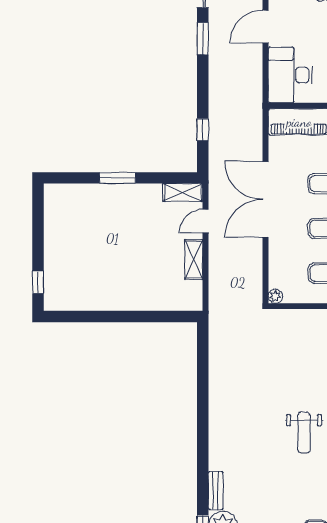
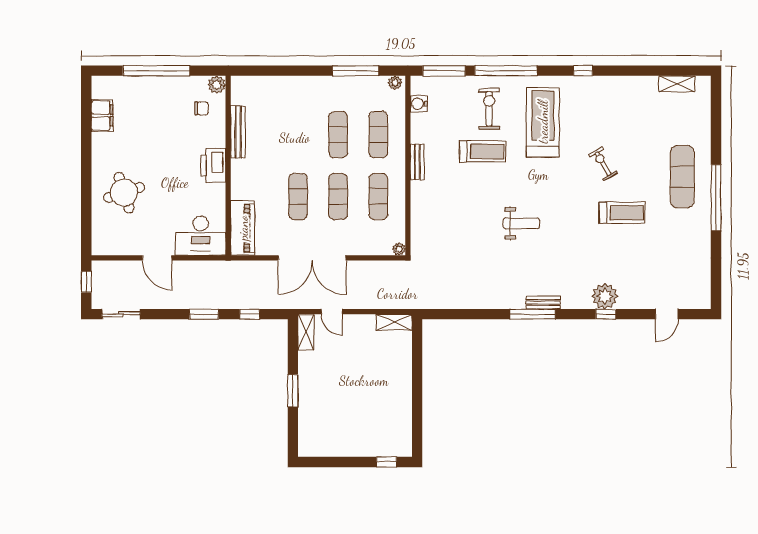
window: (203, 39) -> (204, 314), moved
shelving: (194, 260) -> (394, 322), moved
window: (203, 445) -> (533, 314), added
bench: (216, 491) -> (543, 303), moved

